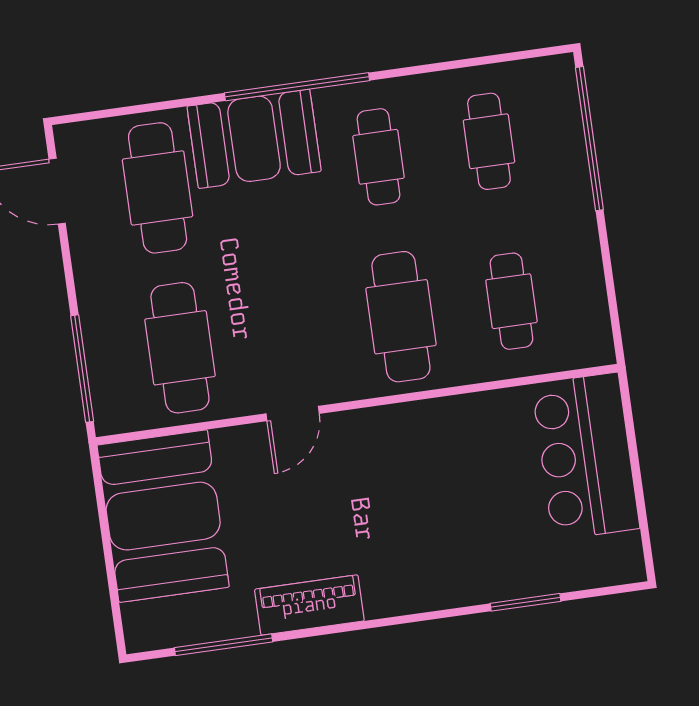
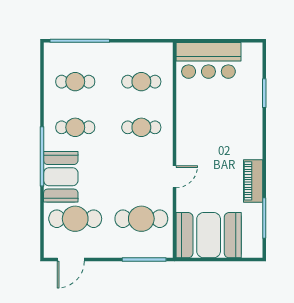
cafe table: (401, 317) -> (141, 127), width x0.73, depth x0.74
door: (293, 414) -> (174, 177), hinge flipped

